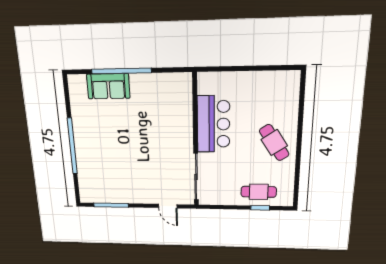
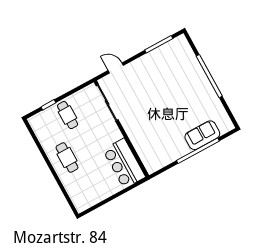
bar counter: (213, 124) -> (124, 163), moved
cafe table: (274, 143) -> (67, 157), turned 33
cafe table: (259, 192) -> (68, 115), moved, turned 90

